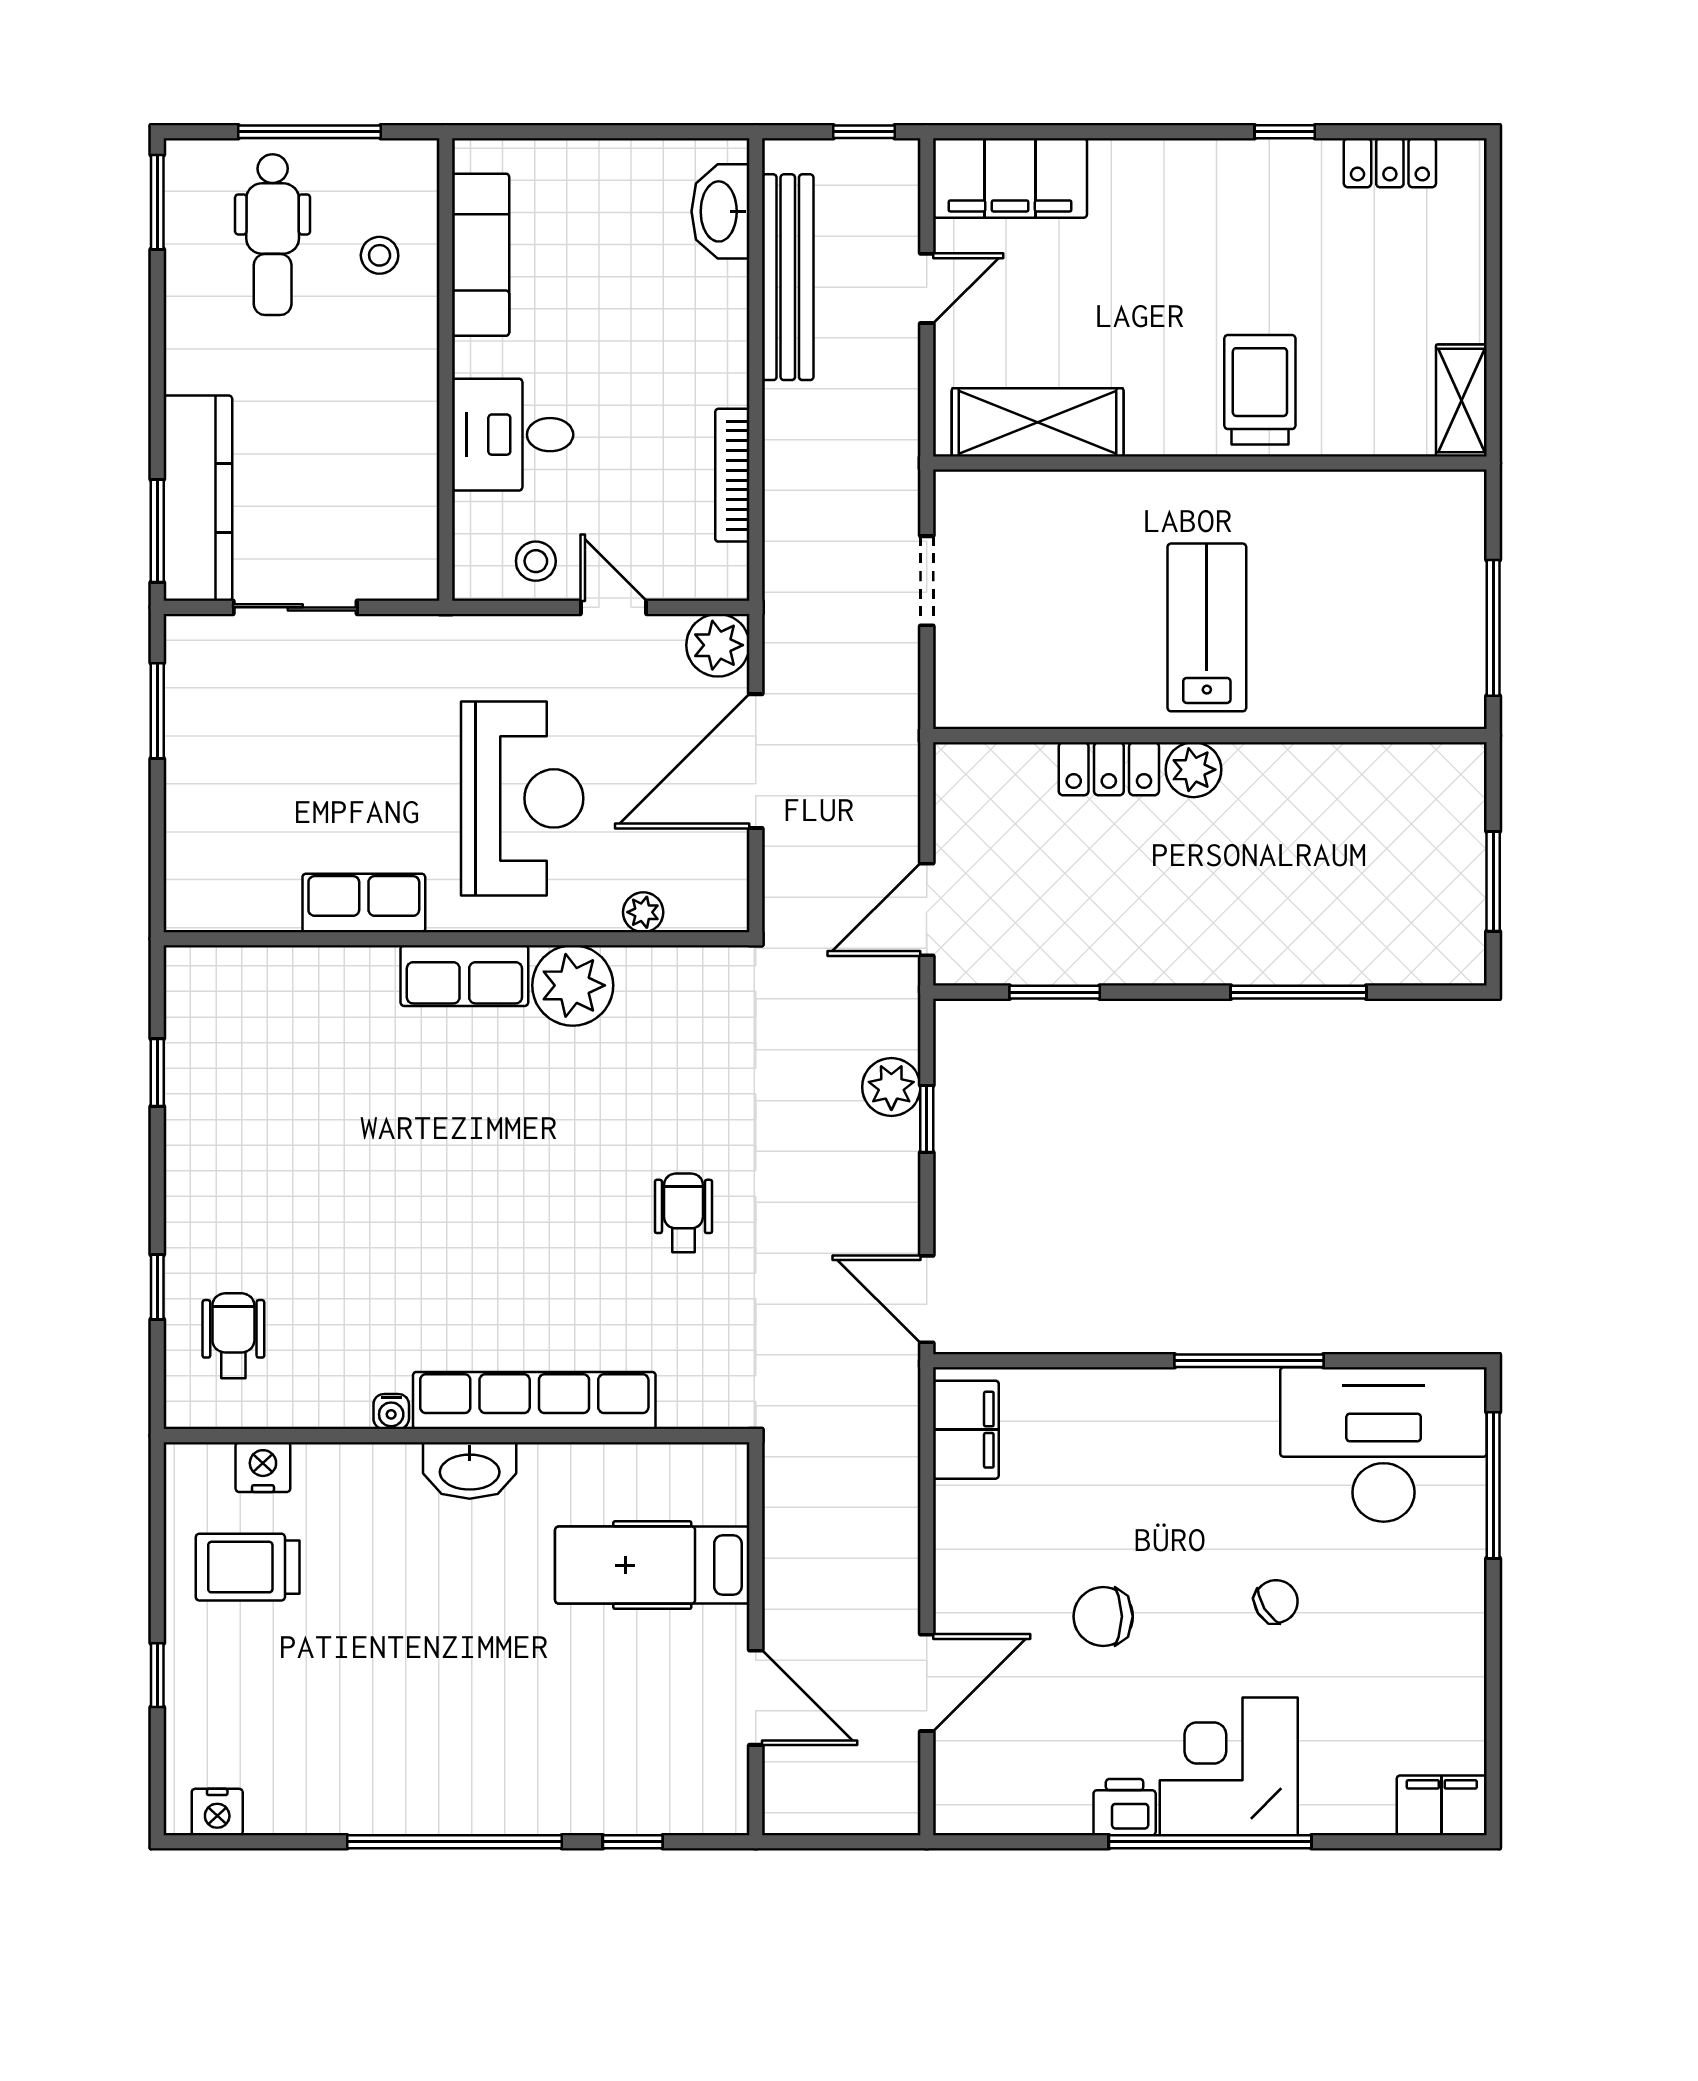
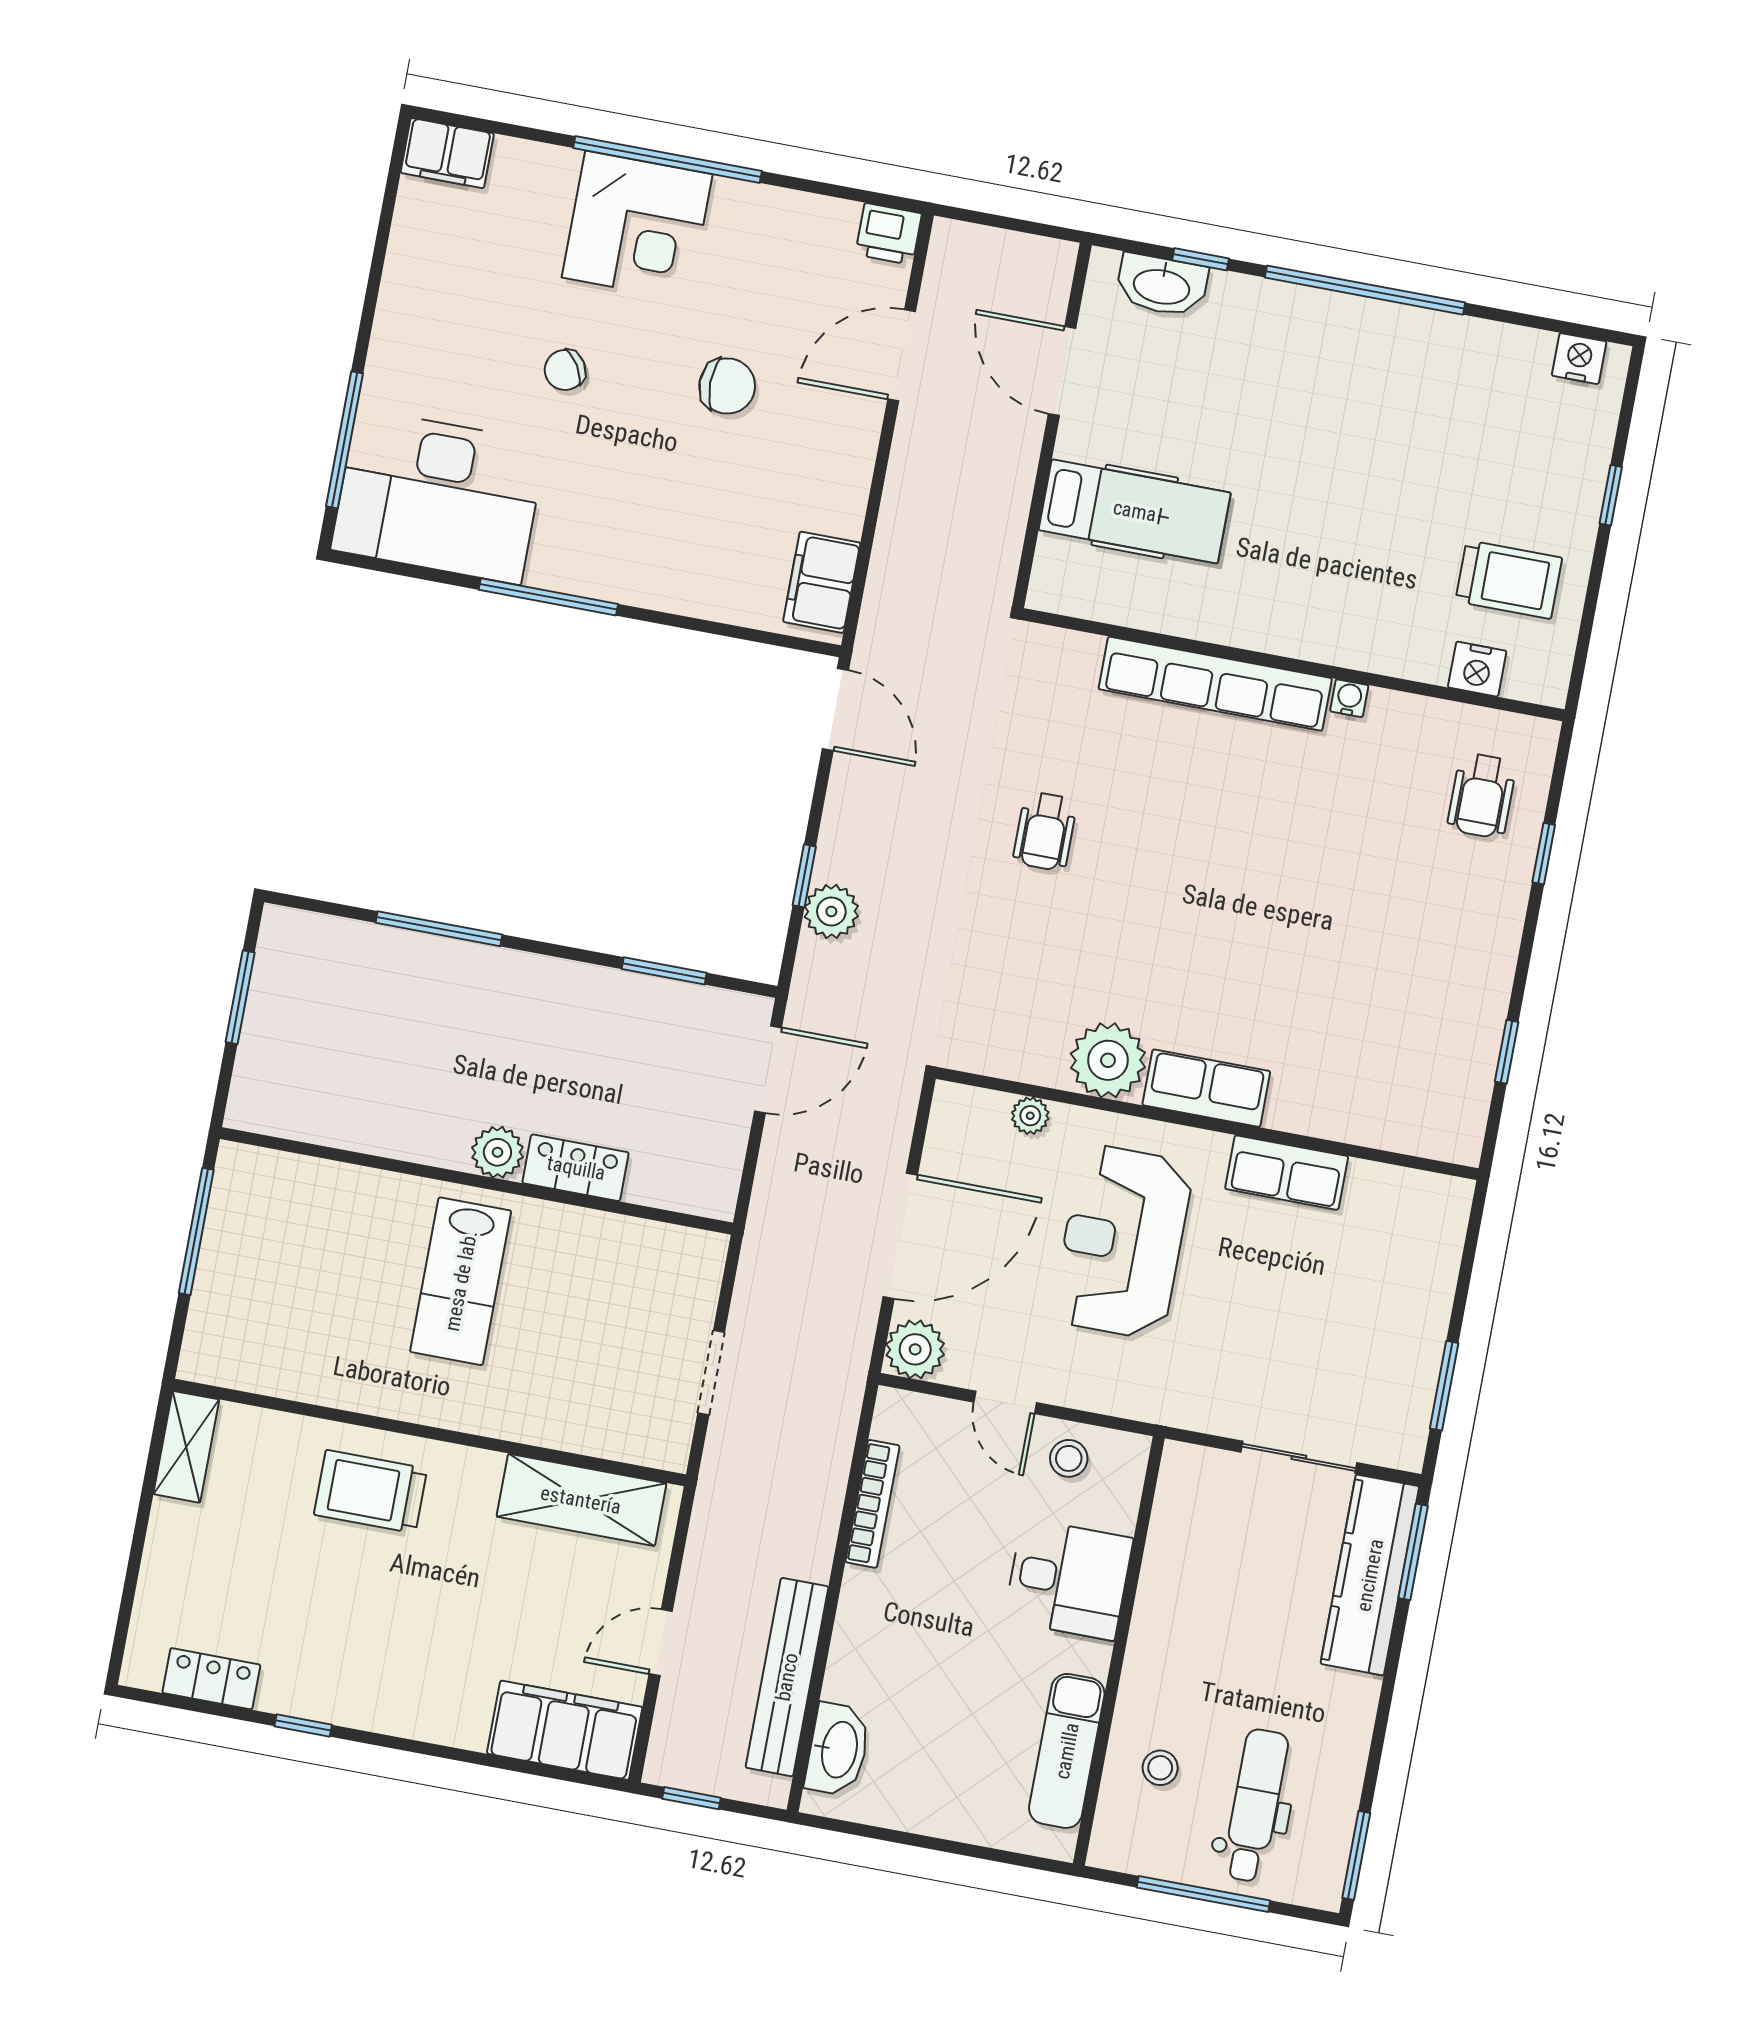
trolley: (1260, 390) -> (371, 1492), turned 90
washbasin: (470, 1470) -> (1162, 285), moved, turned 180
printer: (1125, 1807) -> (889, 234), moved

